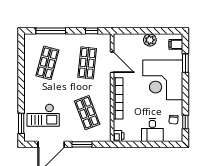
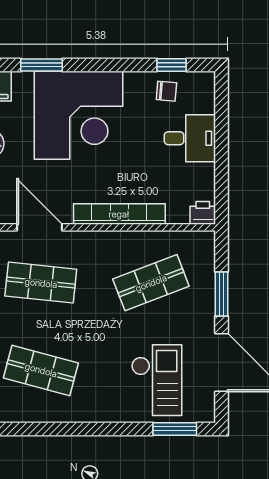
door: (112, 62) -> (39, 227), hinge flipped

